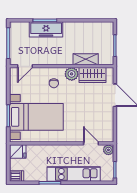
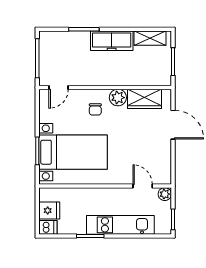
freezer: (46, 29) -> (112, 41), moved
shelving: (86, 59) -> (150, 38), moved
fridge: (18, 152) -> (49, 211), moved

